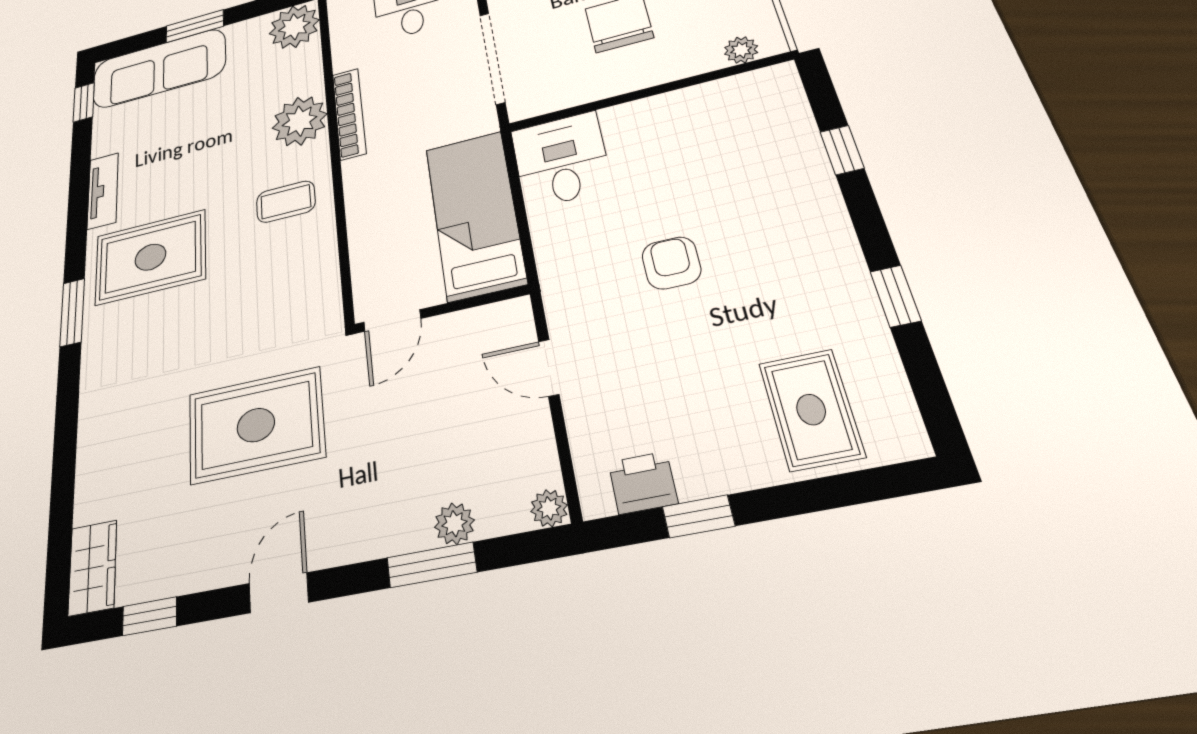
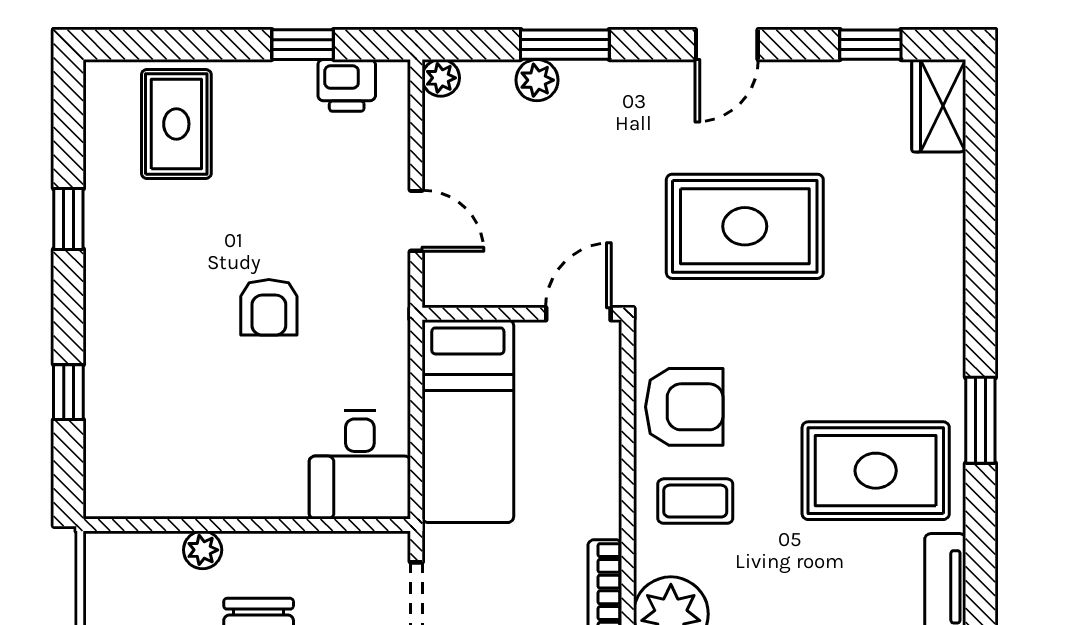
plant: (741, 50) -> (203, 550), moved
armchair: (298, 268) -> (684, 407), added

